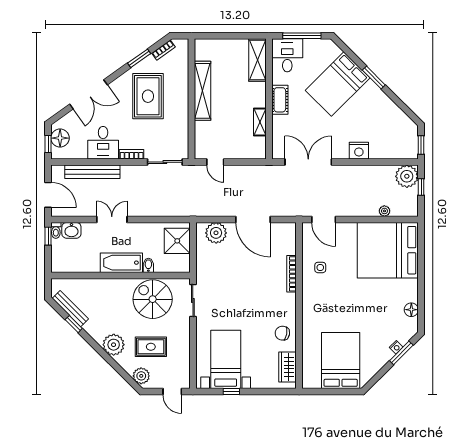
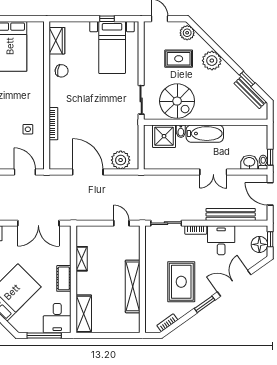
window: (139, 58) -> (205, 304), moved
shower: (177, 241) -> (164, 136), moved

